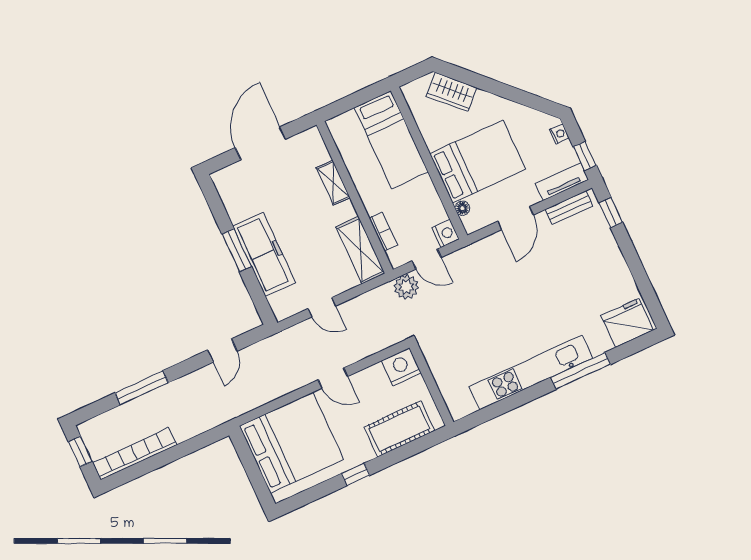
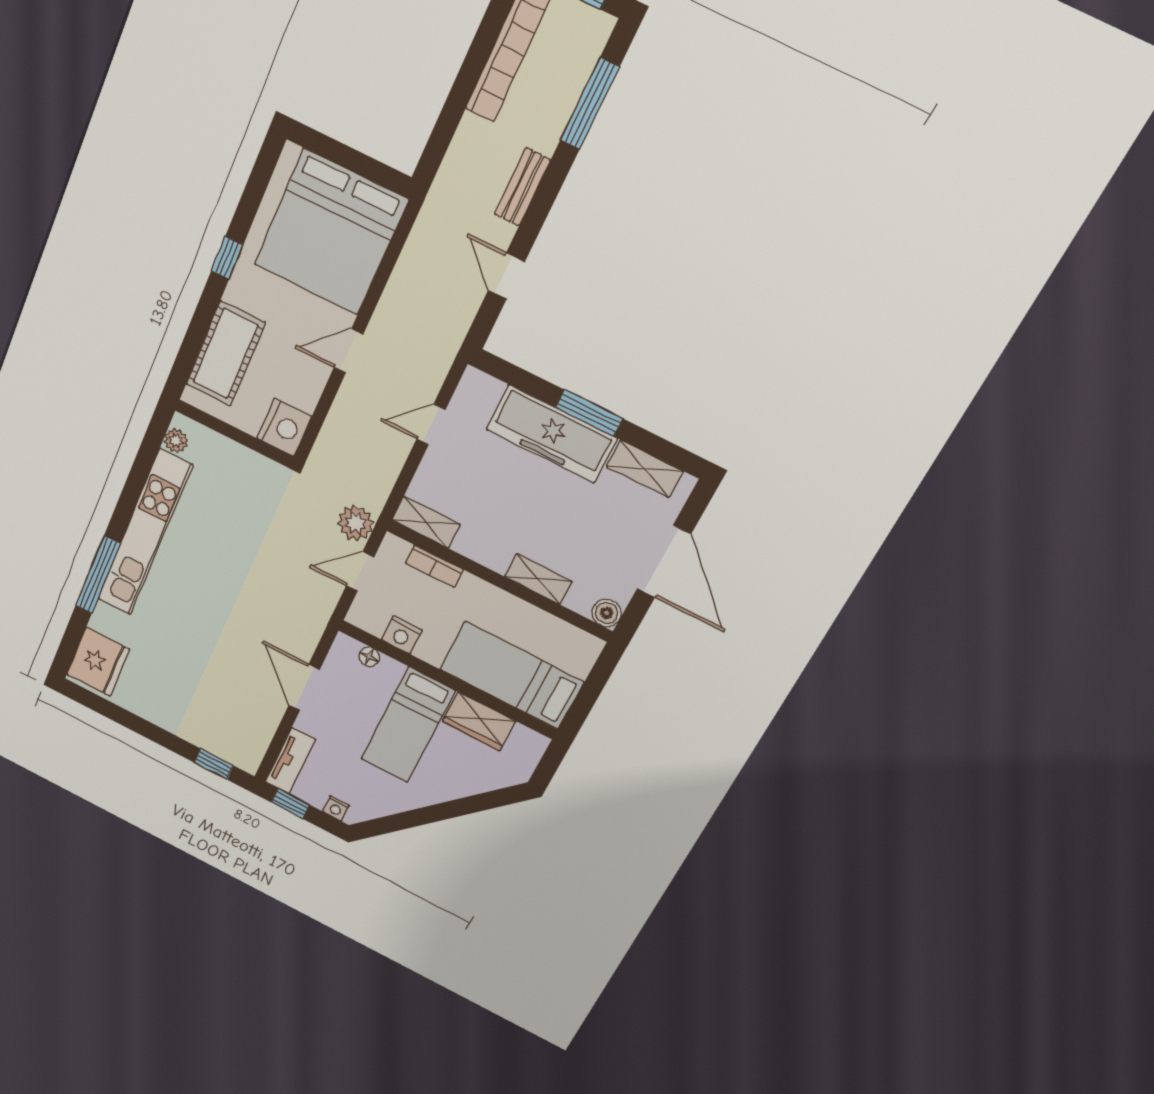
wardrobe: (452, 92) -> (479, 721), moved, turned -135
boiler: (312, 137) -> (607, 613), added
bed: (478, 161) -> (408, 725), width x0.67
shelving: (232, 200) -> (645, 469), added
bench: (569, 208) -> (522, 187), moved
nightstand: (446, 233) -> (402, 635), moved
shelving: (360, 250) -> (426, 522), width x0.67, depth x0.75
window: (142, 388) -> (590, 104), moved
plant: (467, 407) -> (176, 441), added

